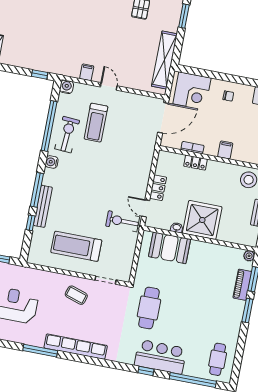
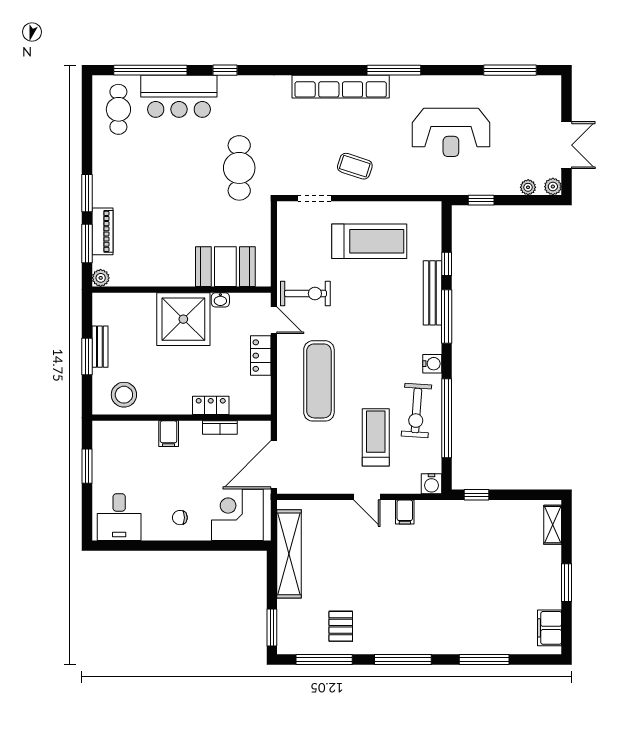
exercise mat: (125, 165) -> (319, 381), added
bar counter: (160, 357) -> (179, 96), moved

